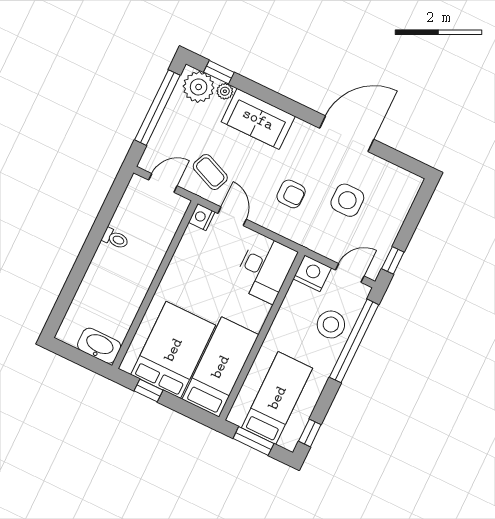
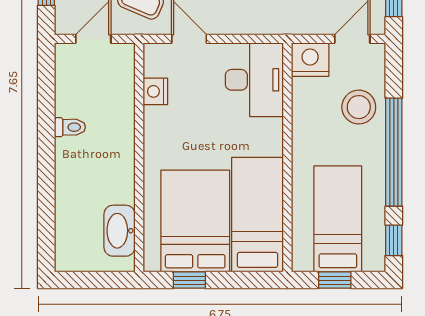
nightstand: (202, 217) -> (155, 91), moved
window: (354, 341) -> (394, 152), moved
washbasin: (99, 346) -> (119, 231), moved, turned -90
window: (253, 441) -> (335, 280), width x0.67

